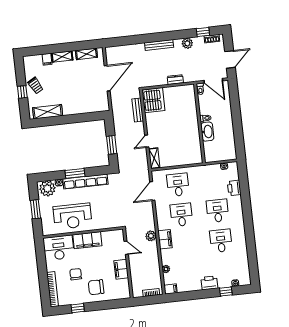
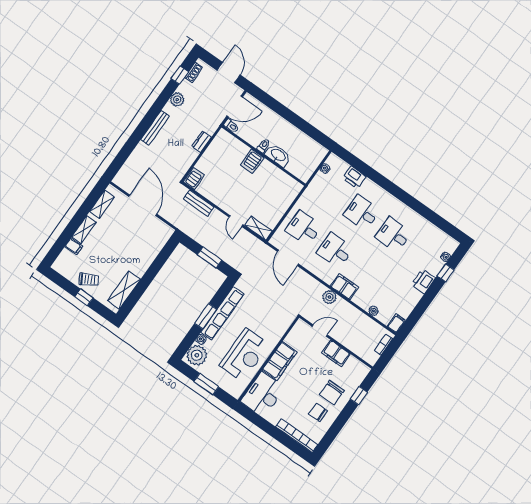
server rack: (153, 100) -> (194, 179), width x0.46, depth x0.70
server rack: (190, 120) -> (252, 161), added
chair: (76, 274) -> (318, 412), moved
window: (78, 308) -> (359, 396), moved

